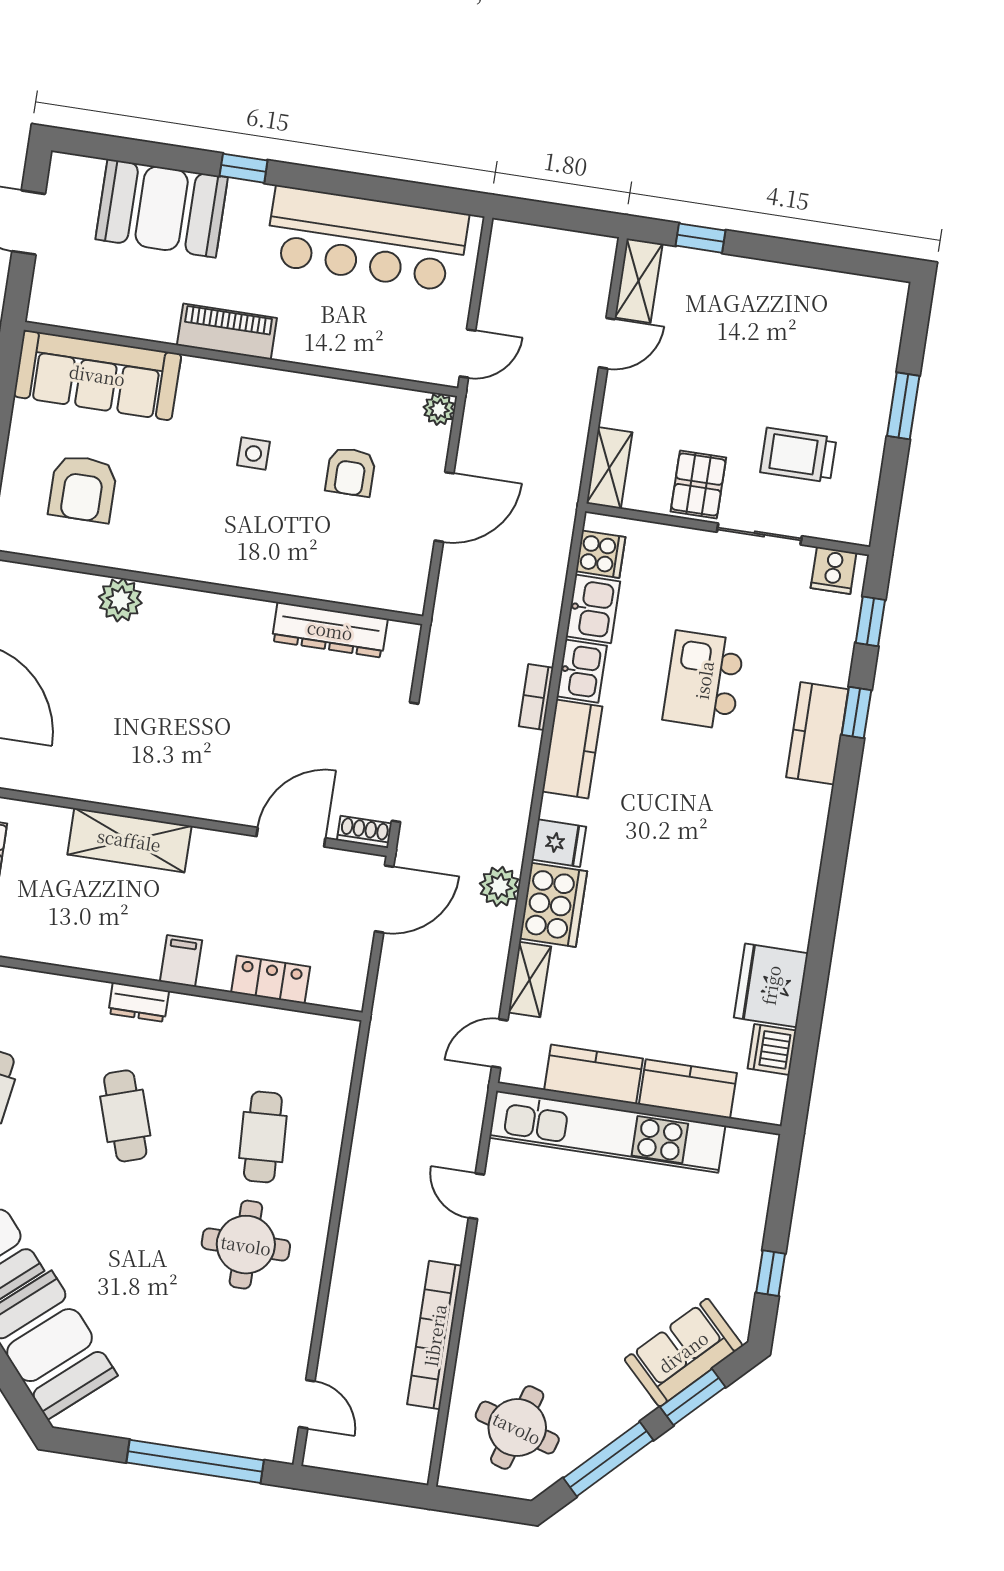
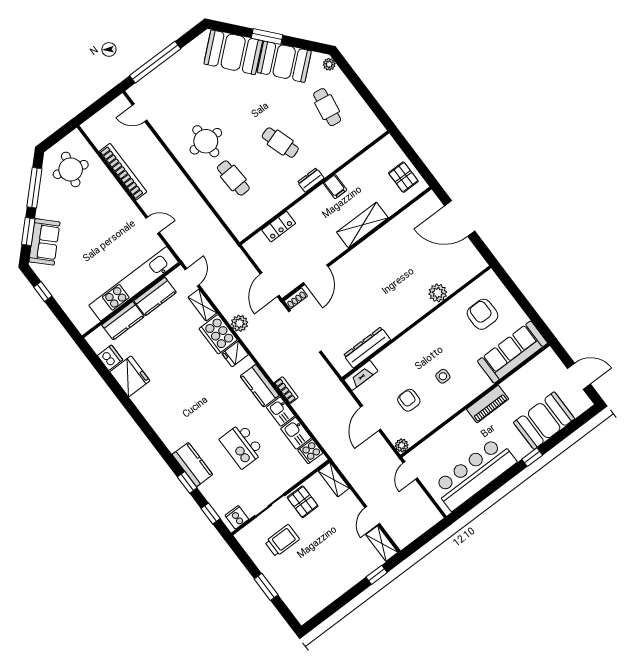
fireplace: (388, 594) -> (361, 375), added
kitchen island: (704, 680) -> (242, 446), turned 180
filing cabinet: (181, 961) -> (335, 187), moved

